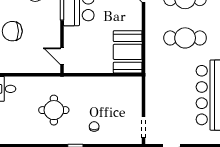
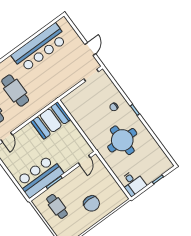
round table: (54, 110) -> (122, 140), width x1.36, depth x1.36

